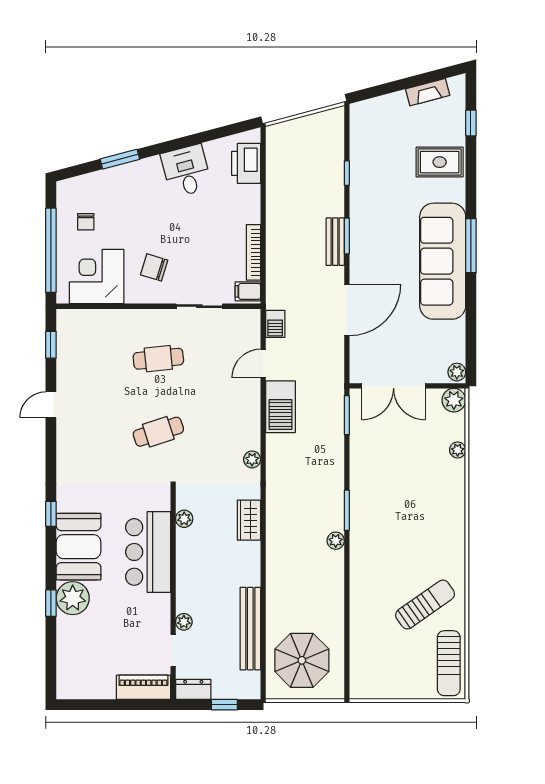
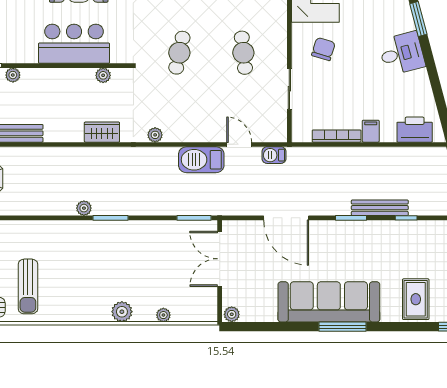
desk: (186, 171) -> (402, 53), moved
bench: (335, 242) -> (380, 208), moved, width x1.36
filing cabinet: (248, 291) -> (371, 131), moved
plant: (454, 400) -> (122, 312), moved
cafe table: (158, 432) -> (179, 53), turned 30
sun lounger: (425, 605) -> (28, 286), turned 35

